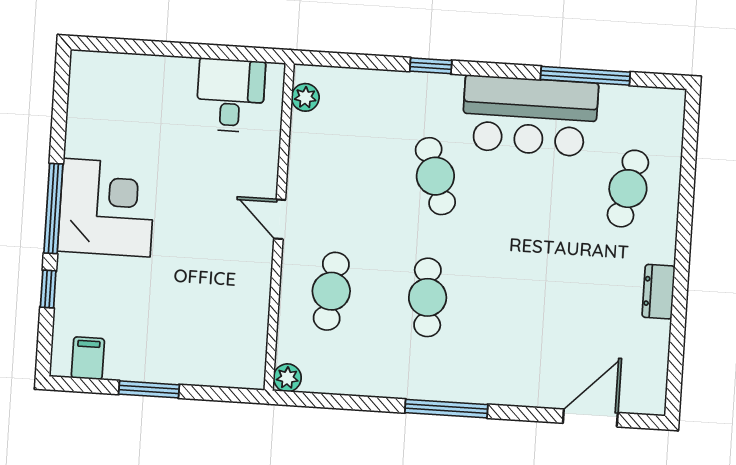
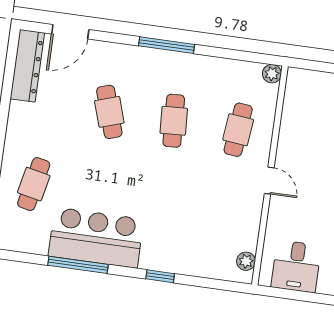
window: (585, 76) -> (78, 265), moved
cafe table: (435, 176) -> (109, 112), moved
dresser: (659, 292) -> (27, 66), moved, width x1.96, depth x1.24

